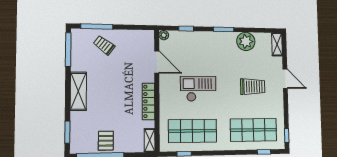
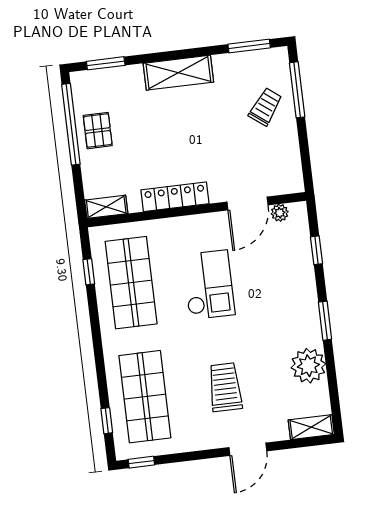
plant: (164, 35) -> (280, 213), moved
window: (68, 50) -> (249, 46), width x0.69
trolley: (253, 87) -> (225, 387), turned 180
pallet: (106, 141) -> (98, 131), turned 90

